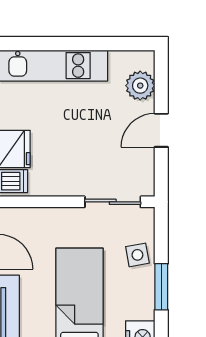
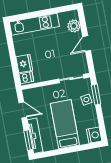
window: (161, 287) -> (96, 95), moved

